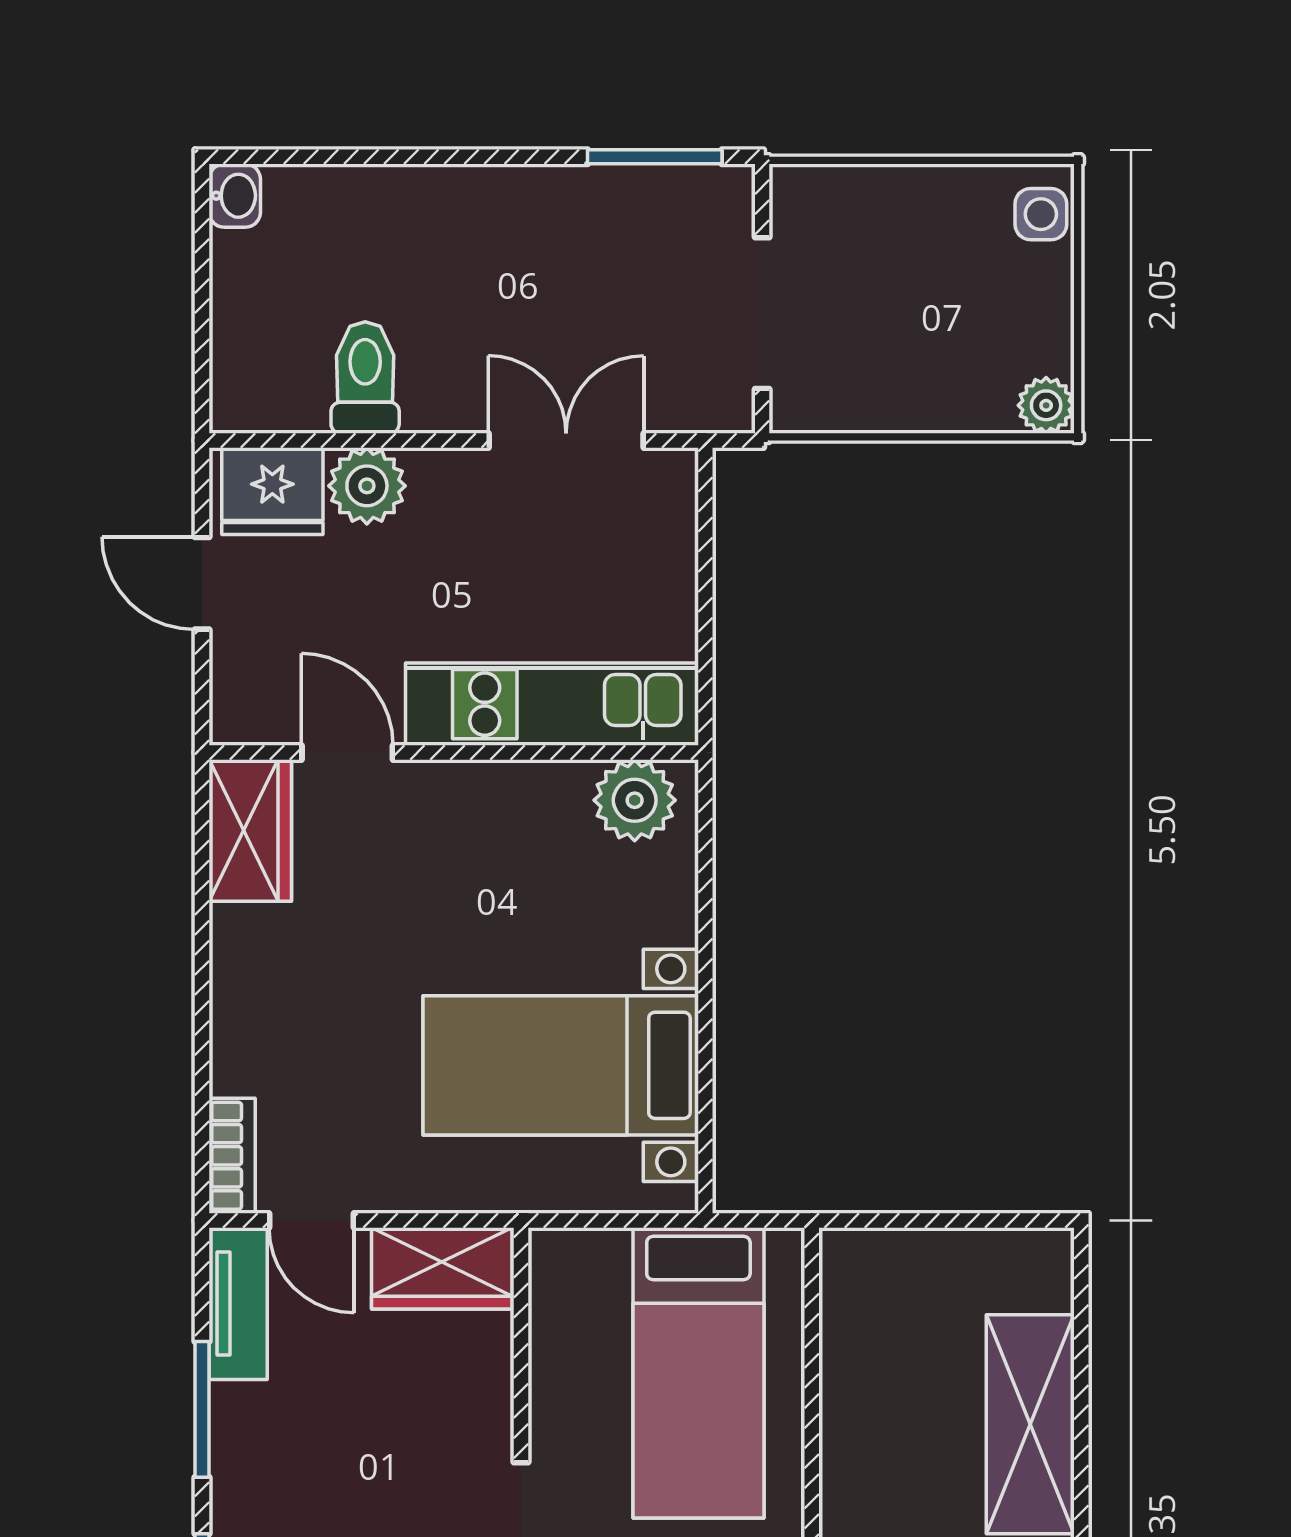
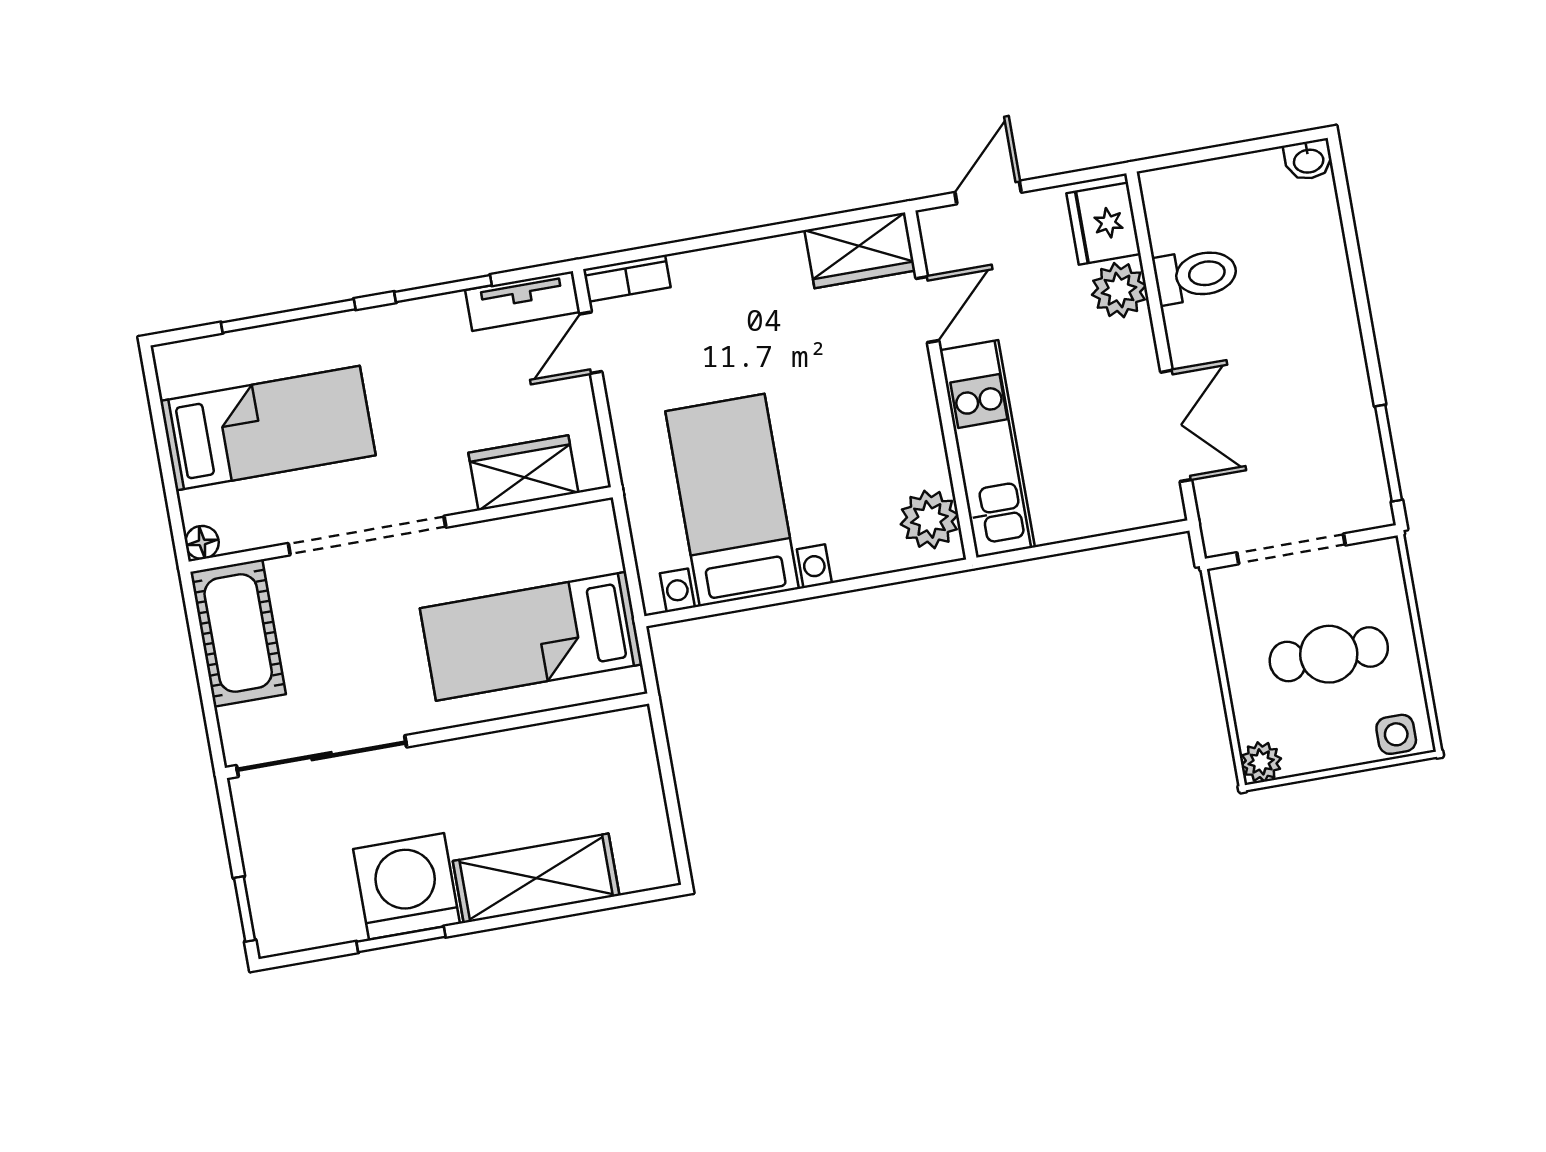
cafe table: (915, 287) -> (1329, 654), added
door: (202, 583) -> (988, 192), moved
wardrobe: (442, 1268) -> (523, 473), moved, turned 90

